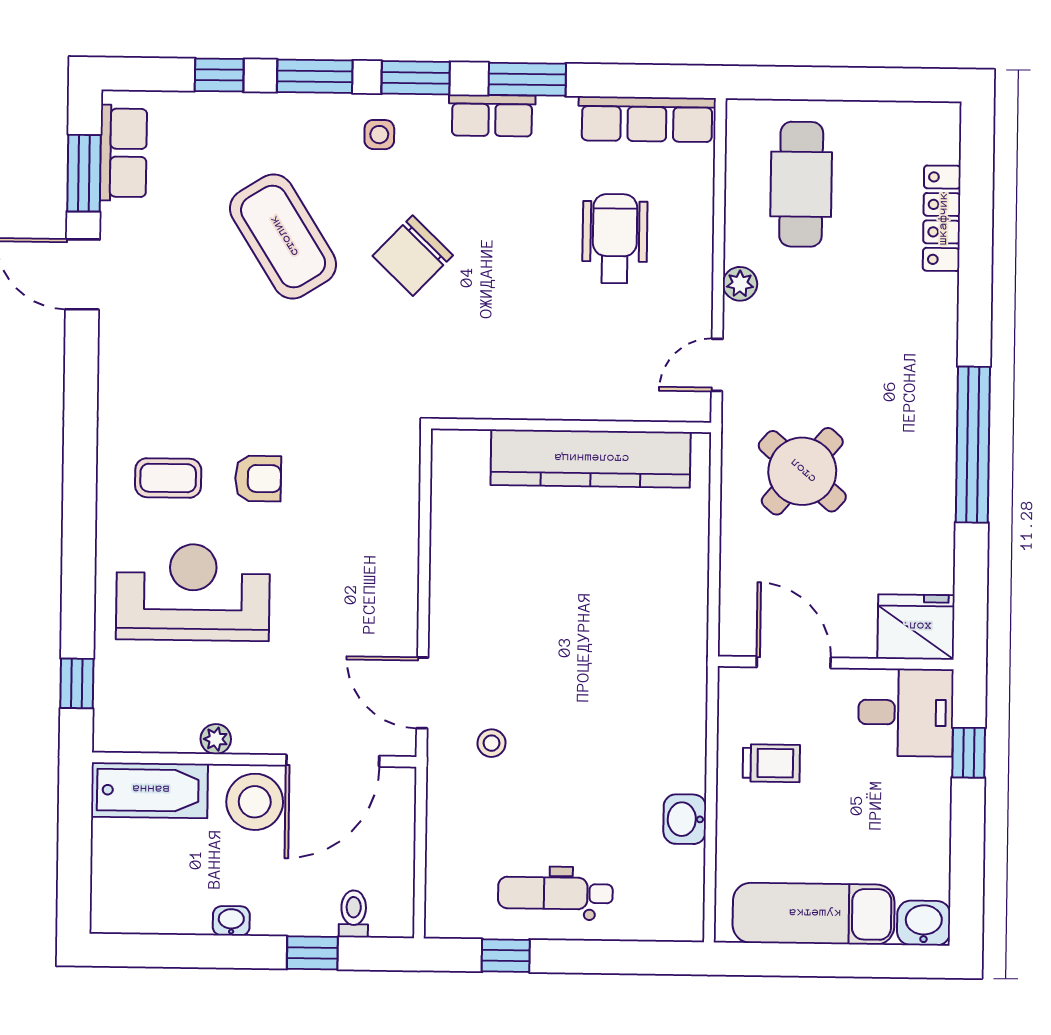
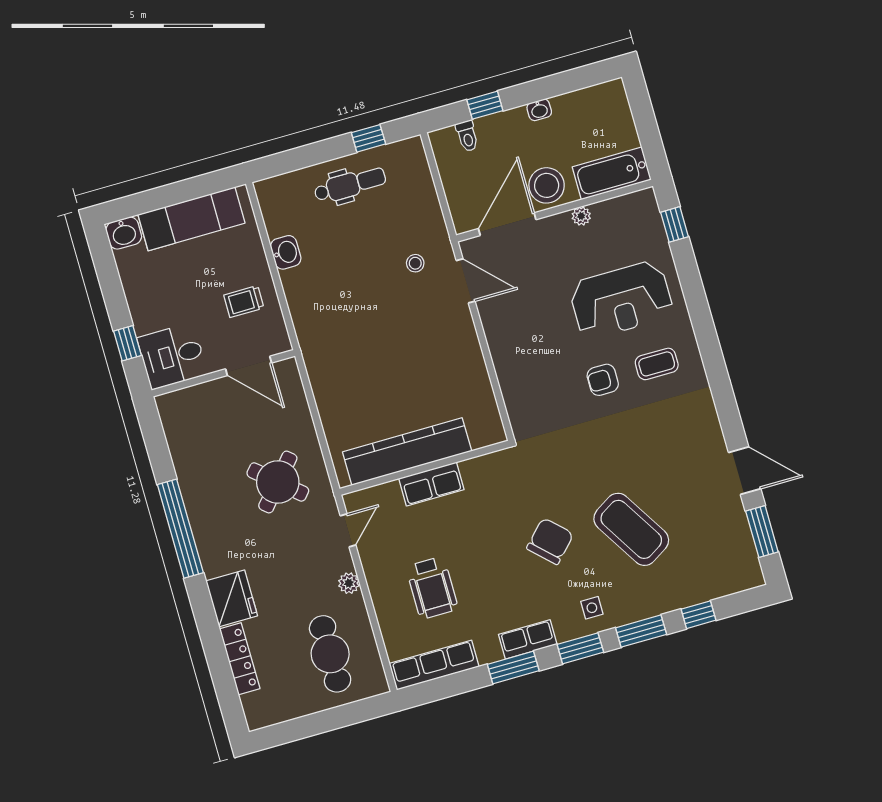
row of seats: (123, 153) -> (431, 484), moved, turned -90
fridge: (916, 627) -> (232, 598), moved, turned -90

